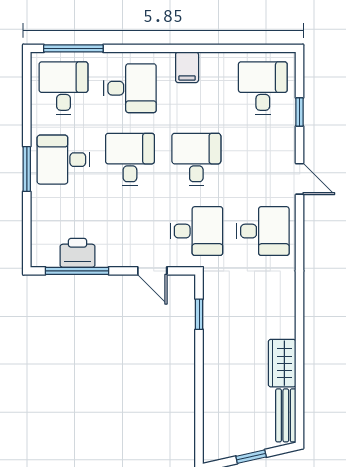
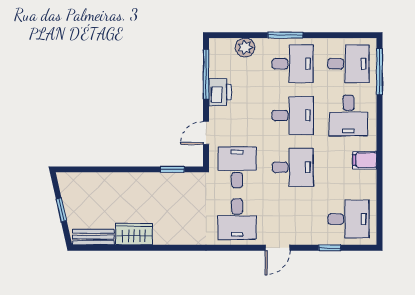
desk: (63, 160) -> (293, 64), turned 90
plant: (43, 221) -> (245, 47), added
desk: (196, 231) -> (237, 167), turned 180
printer: (78, 253) -> (220, 92), moved

